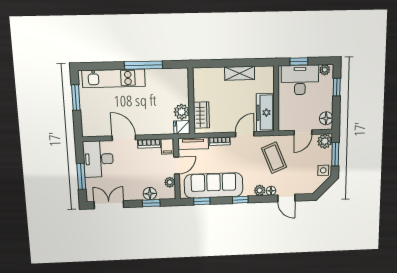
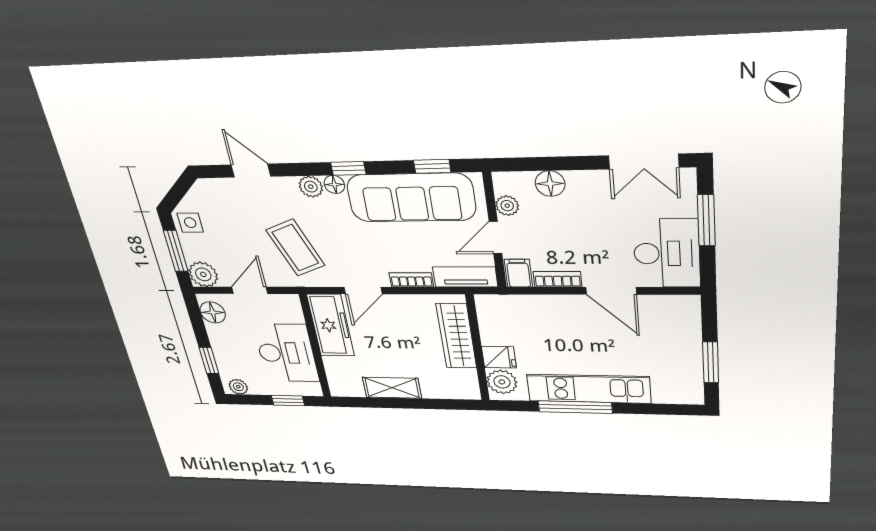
kitchen unit: (114, 78) -> (589, 389), moved
desk: (300, 80) -> (286, 353), moved, turned -90
plant: (182, 112) -> (502, 382), moved
wardrobe: (201, 115) -> (456, 336), width x1.50
fridge: (182, 127) -> (499, 357), moved
floor lamp: (271, 191) -> (334, 184), moved
window: (151, 203) -> (546, 164), removed

